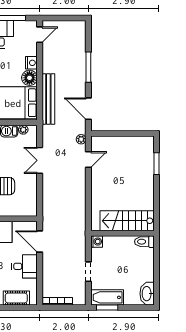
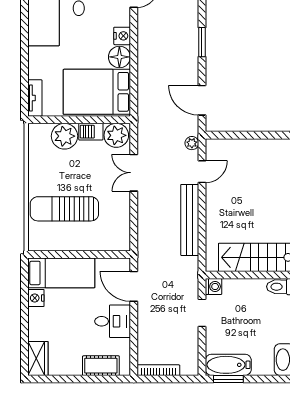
window: (88, 67) -> (202, 42), width x0.69
bench: (48, 99) -> (190, 220), moved
plant: (23, 130) -> (116, 135), width x1.88, depth x1.88
doorway: (88, 272) -> (202, 313), moved

